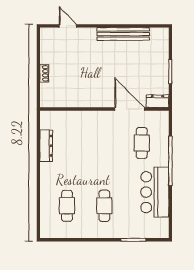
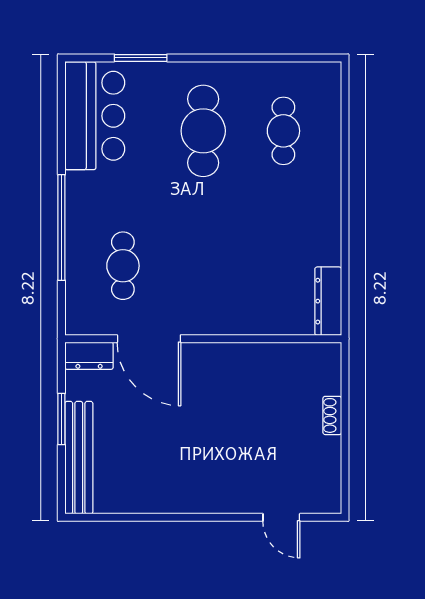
bench: (123, 34) -> (79, 458), moved, turned 90
dresser: (46, 146) -> (328, 301), moved
bar counter: (155, 192) -> (95, 116), moved
cafe table: (104, 206) -> (203, 131), width x1.37, depth x1.35

